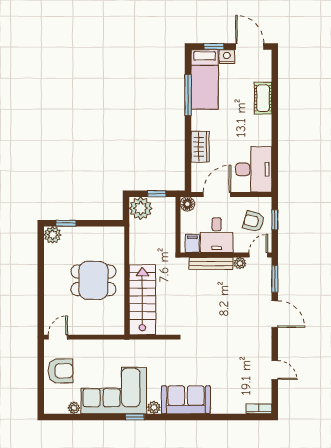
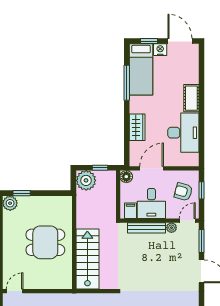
cot: (263, 98) -> (191, 98), moved
desk: (254, 169) -> (183, 133), moved

